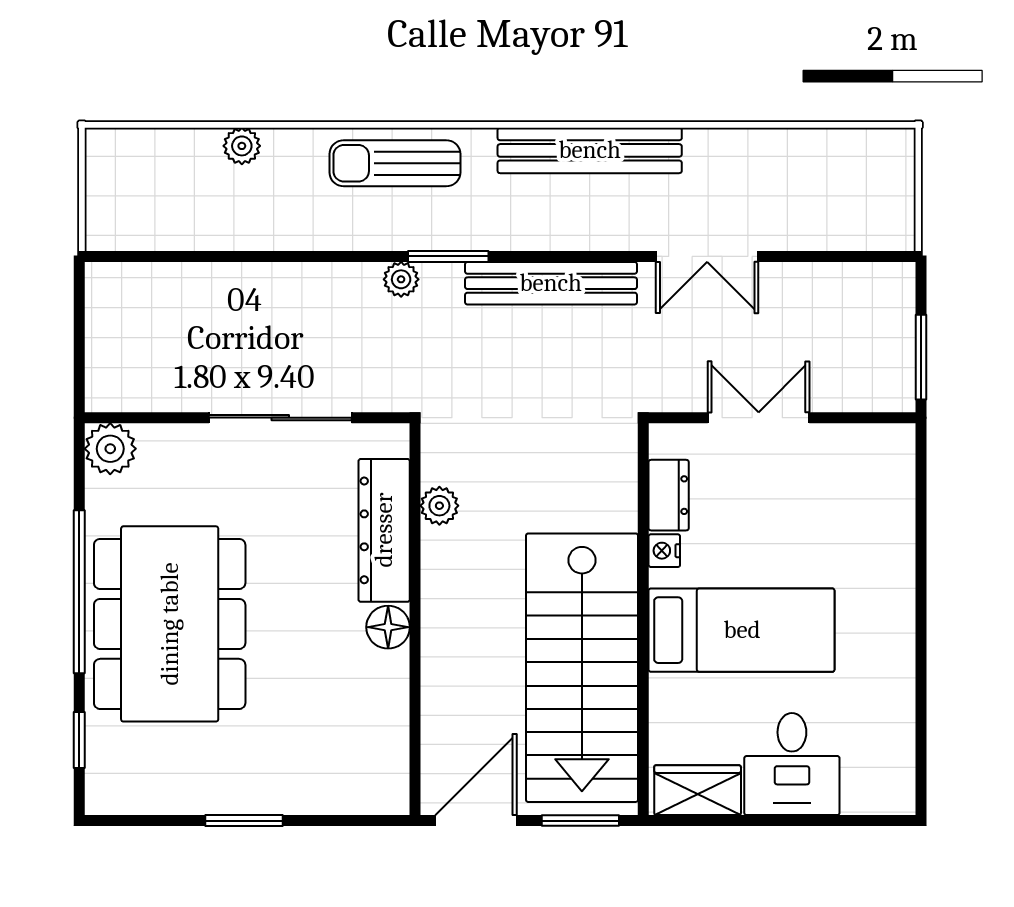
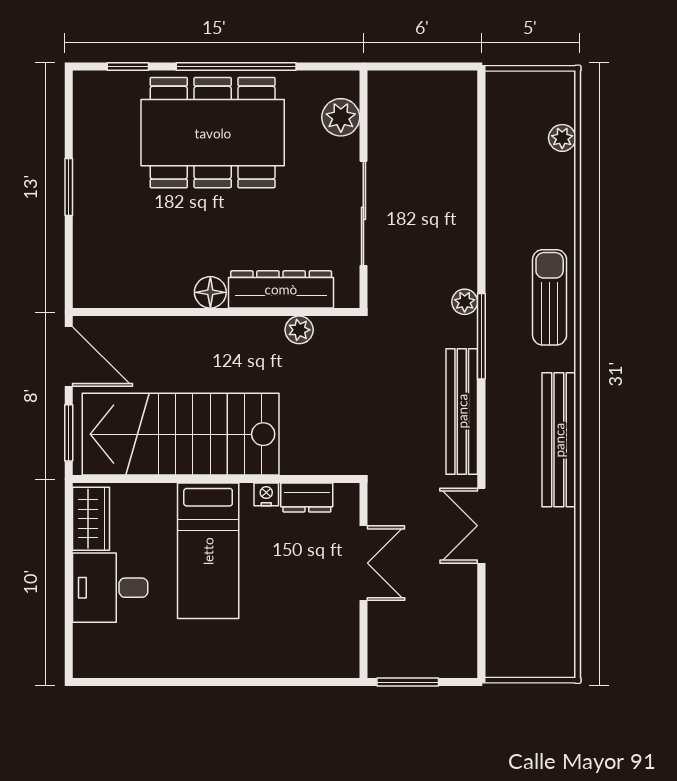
plant: (242, 146) -> (562, 138), moved
window: (448, 256) -> (481, 336), width x1.44
plant: (110, 449) -> (341, 117), moved

